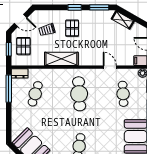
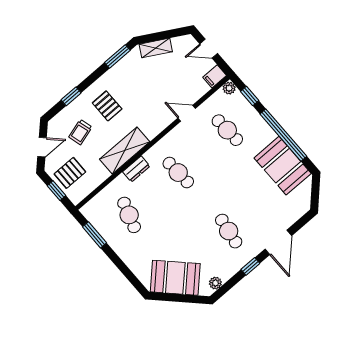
window: (75, 7) -> (71, 96), moved
pallet: (23, 46) -> (70, 173), turned 90
dresser: (20, 73) -> (136, 169), moved
window: (9, 89) -> (94, 235), width x0.69
cafe table: (79, 94) -> (178, 173), width x0.73, depth x0.74

